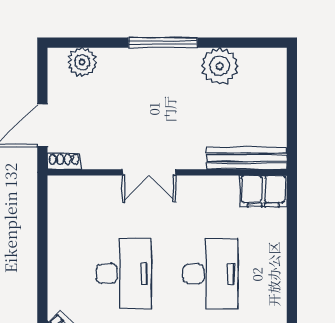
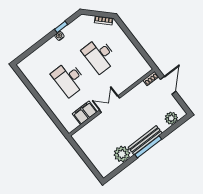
bench: (247, 158) -> (145, 140), moved
double door: (149, 172) -> (110, 104), moved
filing cabinet: (263, 191) -> (85, 113), moved

